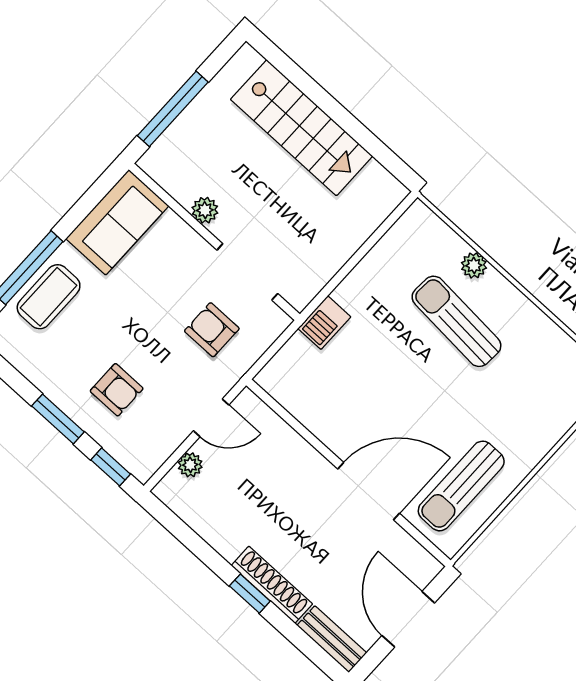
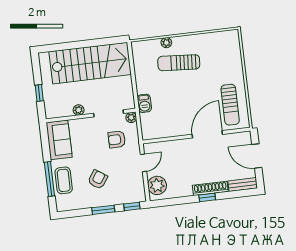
window: (173, 109) -> (39, 93), width x0.46
stairs: (302, 128) -> (90, 63), width x1.36, depth x1.51
plant: (276, 321) -> (131, 117), added
armchair: (117, 390) -> (98, 179), moved, turned -56
plant: (190, 465) -> (157, 185), width x1.88, depth x1.88

